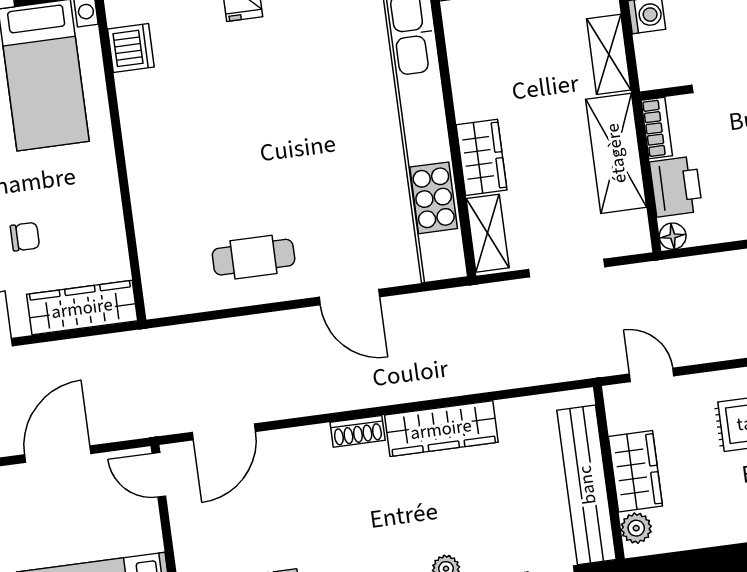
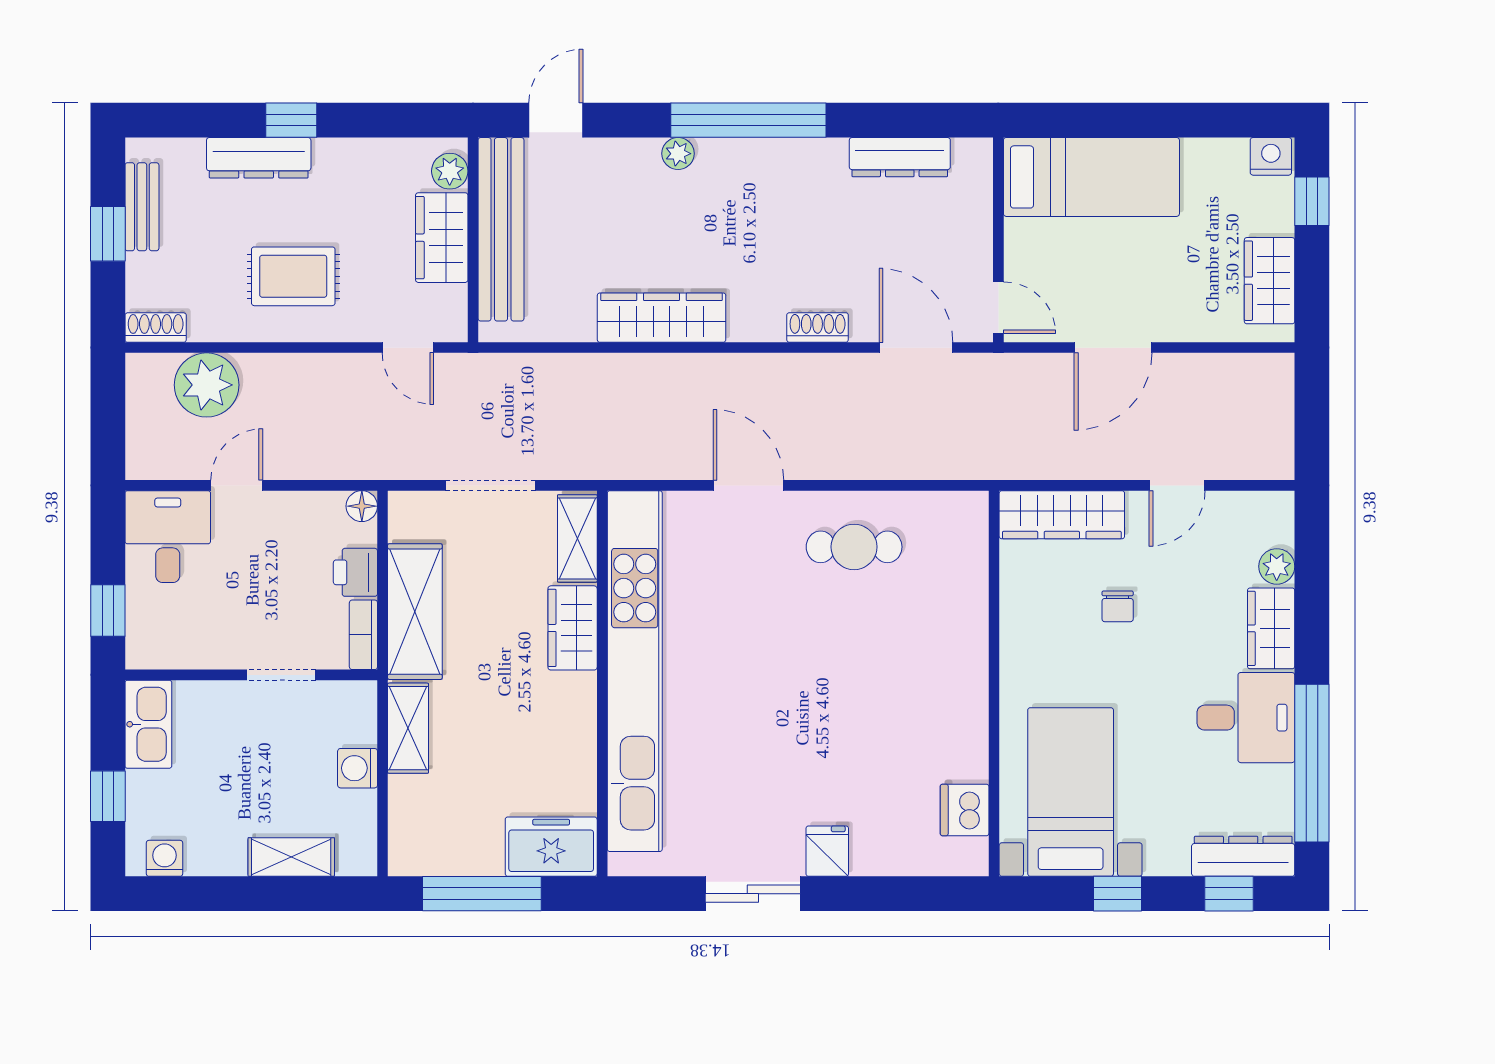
printer: (676, 187) -> (355, 572), width x0.73, depth x0.81
chair: (25, 237) -> (1118, 606), turned -90
shoe rack: (358, 431) -> (818, 327), moved
door: (224, 432) -> (916, 348), hinge flipped

